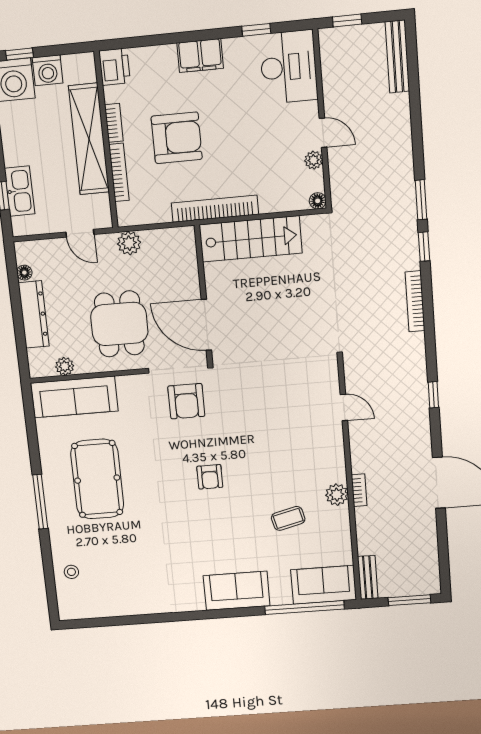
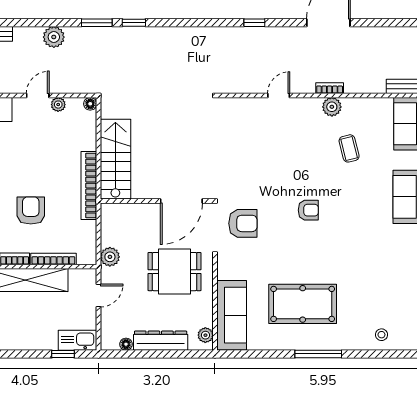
armchair: (177, 138) -> (31, 211), width x0.73, depth x0.73
plant: (399, 146) -> (54, 37), added
kitchen sink: (20, 191) -> (77, 340), moved
bookcase: (415, 301) -> (177, 33), removed
plant: (65, 366) -> (205, 335), moved
door: (344, 407) -> (279, 95), moved

